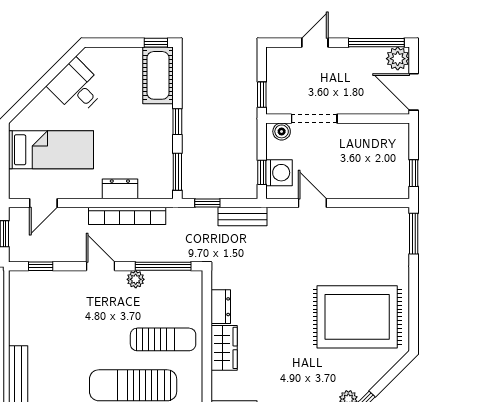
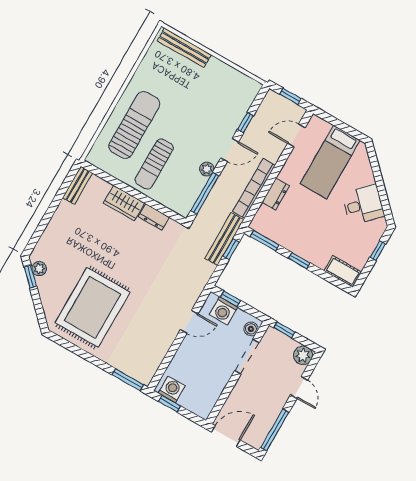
window: (156, 43) -> (378, 251), moved
plant: (398, 59) -> (303, 355), moved
cot: (158, 75) -> (343, 271), width x0.73, depth x0.75
washing machine: (397, 180) -> (172, 389), added
door: (43, 203) -> (296, 135), hinge flipped
bench: (243, 217) -> (224, 239), moved, width x1.36
window: (41, 266) -> (245, 123), moved

